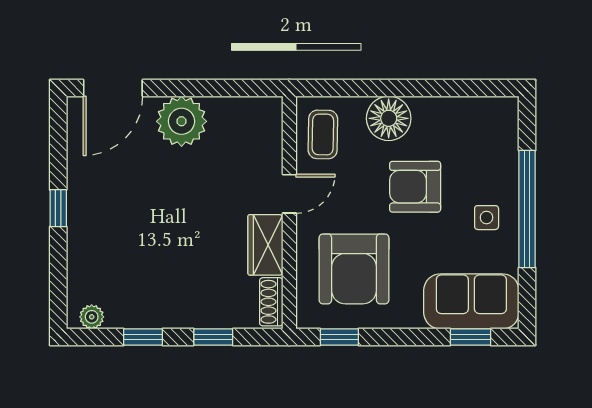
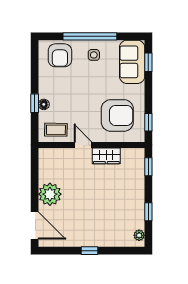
window: (381, 88) -> (35, 103), added
floor lamp: (389, 118) -> (44, 104), width x0.53, depth x0.53
armchair: (415, 187) -> (60, 55), moved
shoe rack: (271, 302) -> (132, 153), removed
window: (213, 337) -> (148, 167), moved

